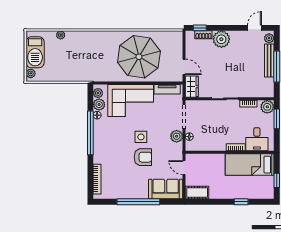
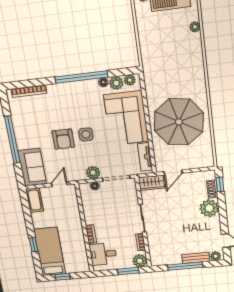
bench: (269, 60) -> (196, 258), width x0.73
bed: (250, 165) -> (50, 252), moved

